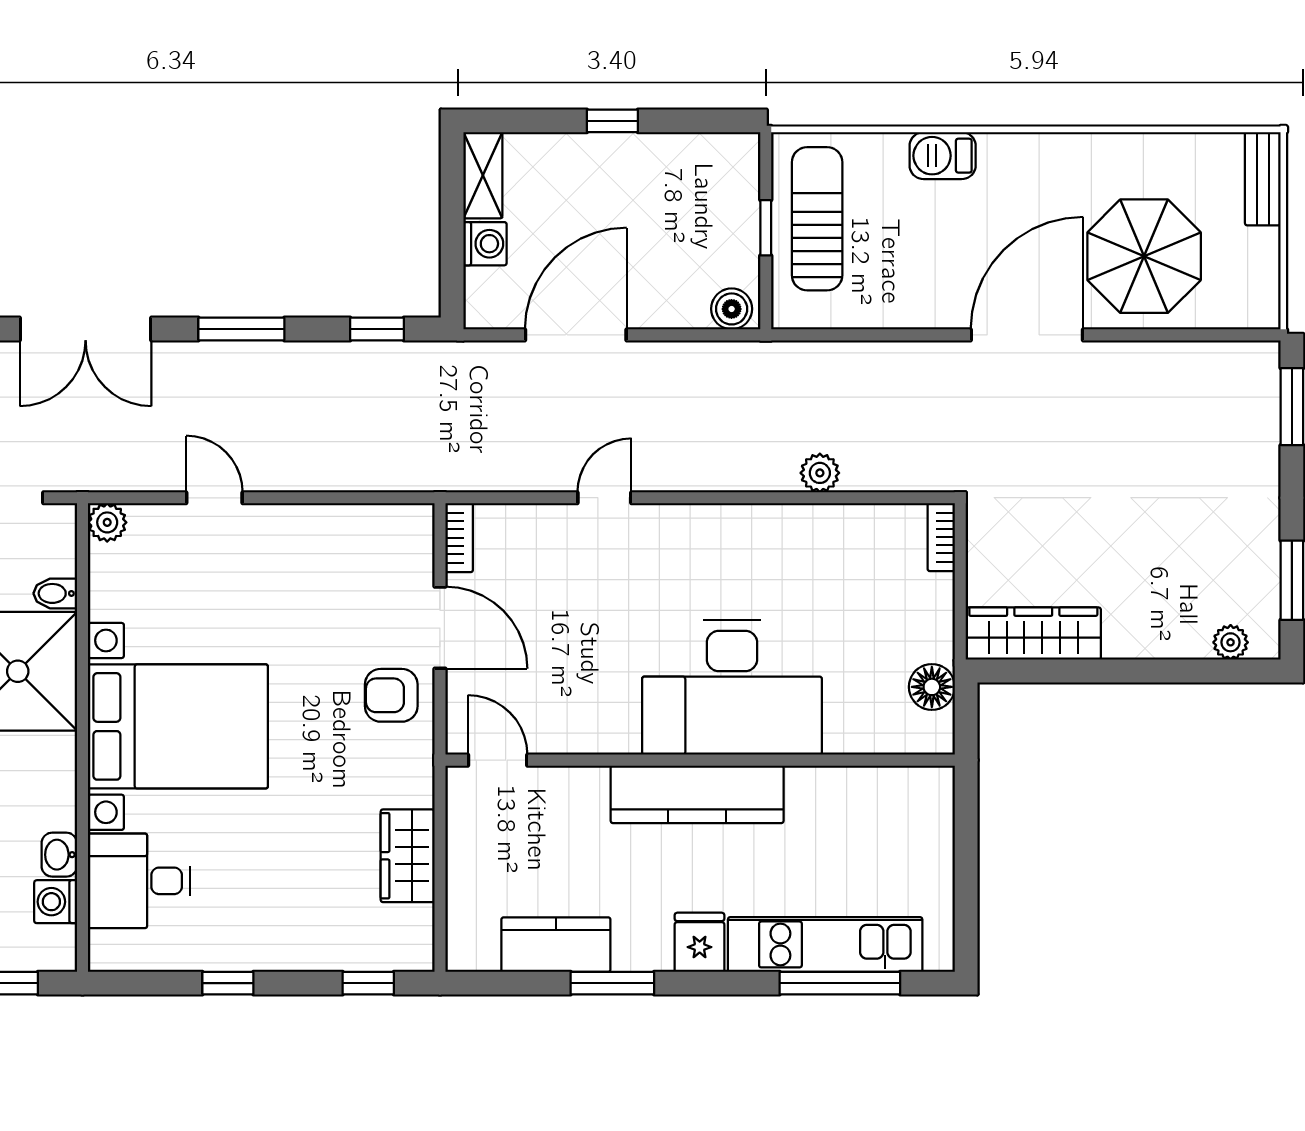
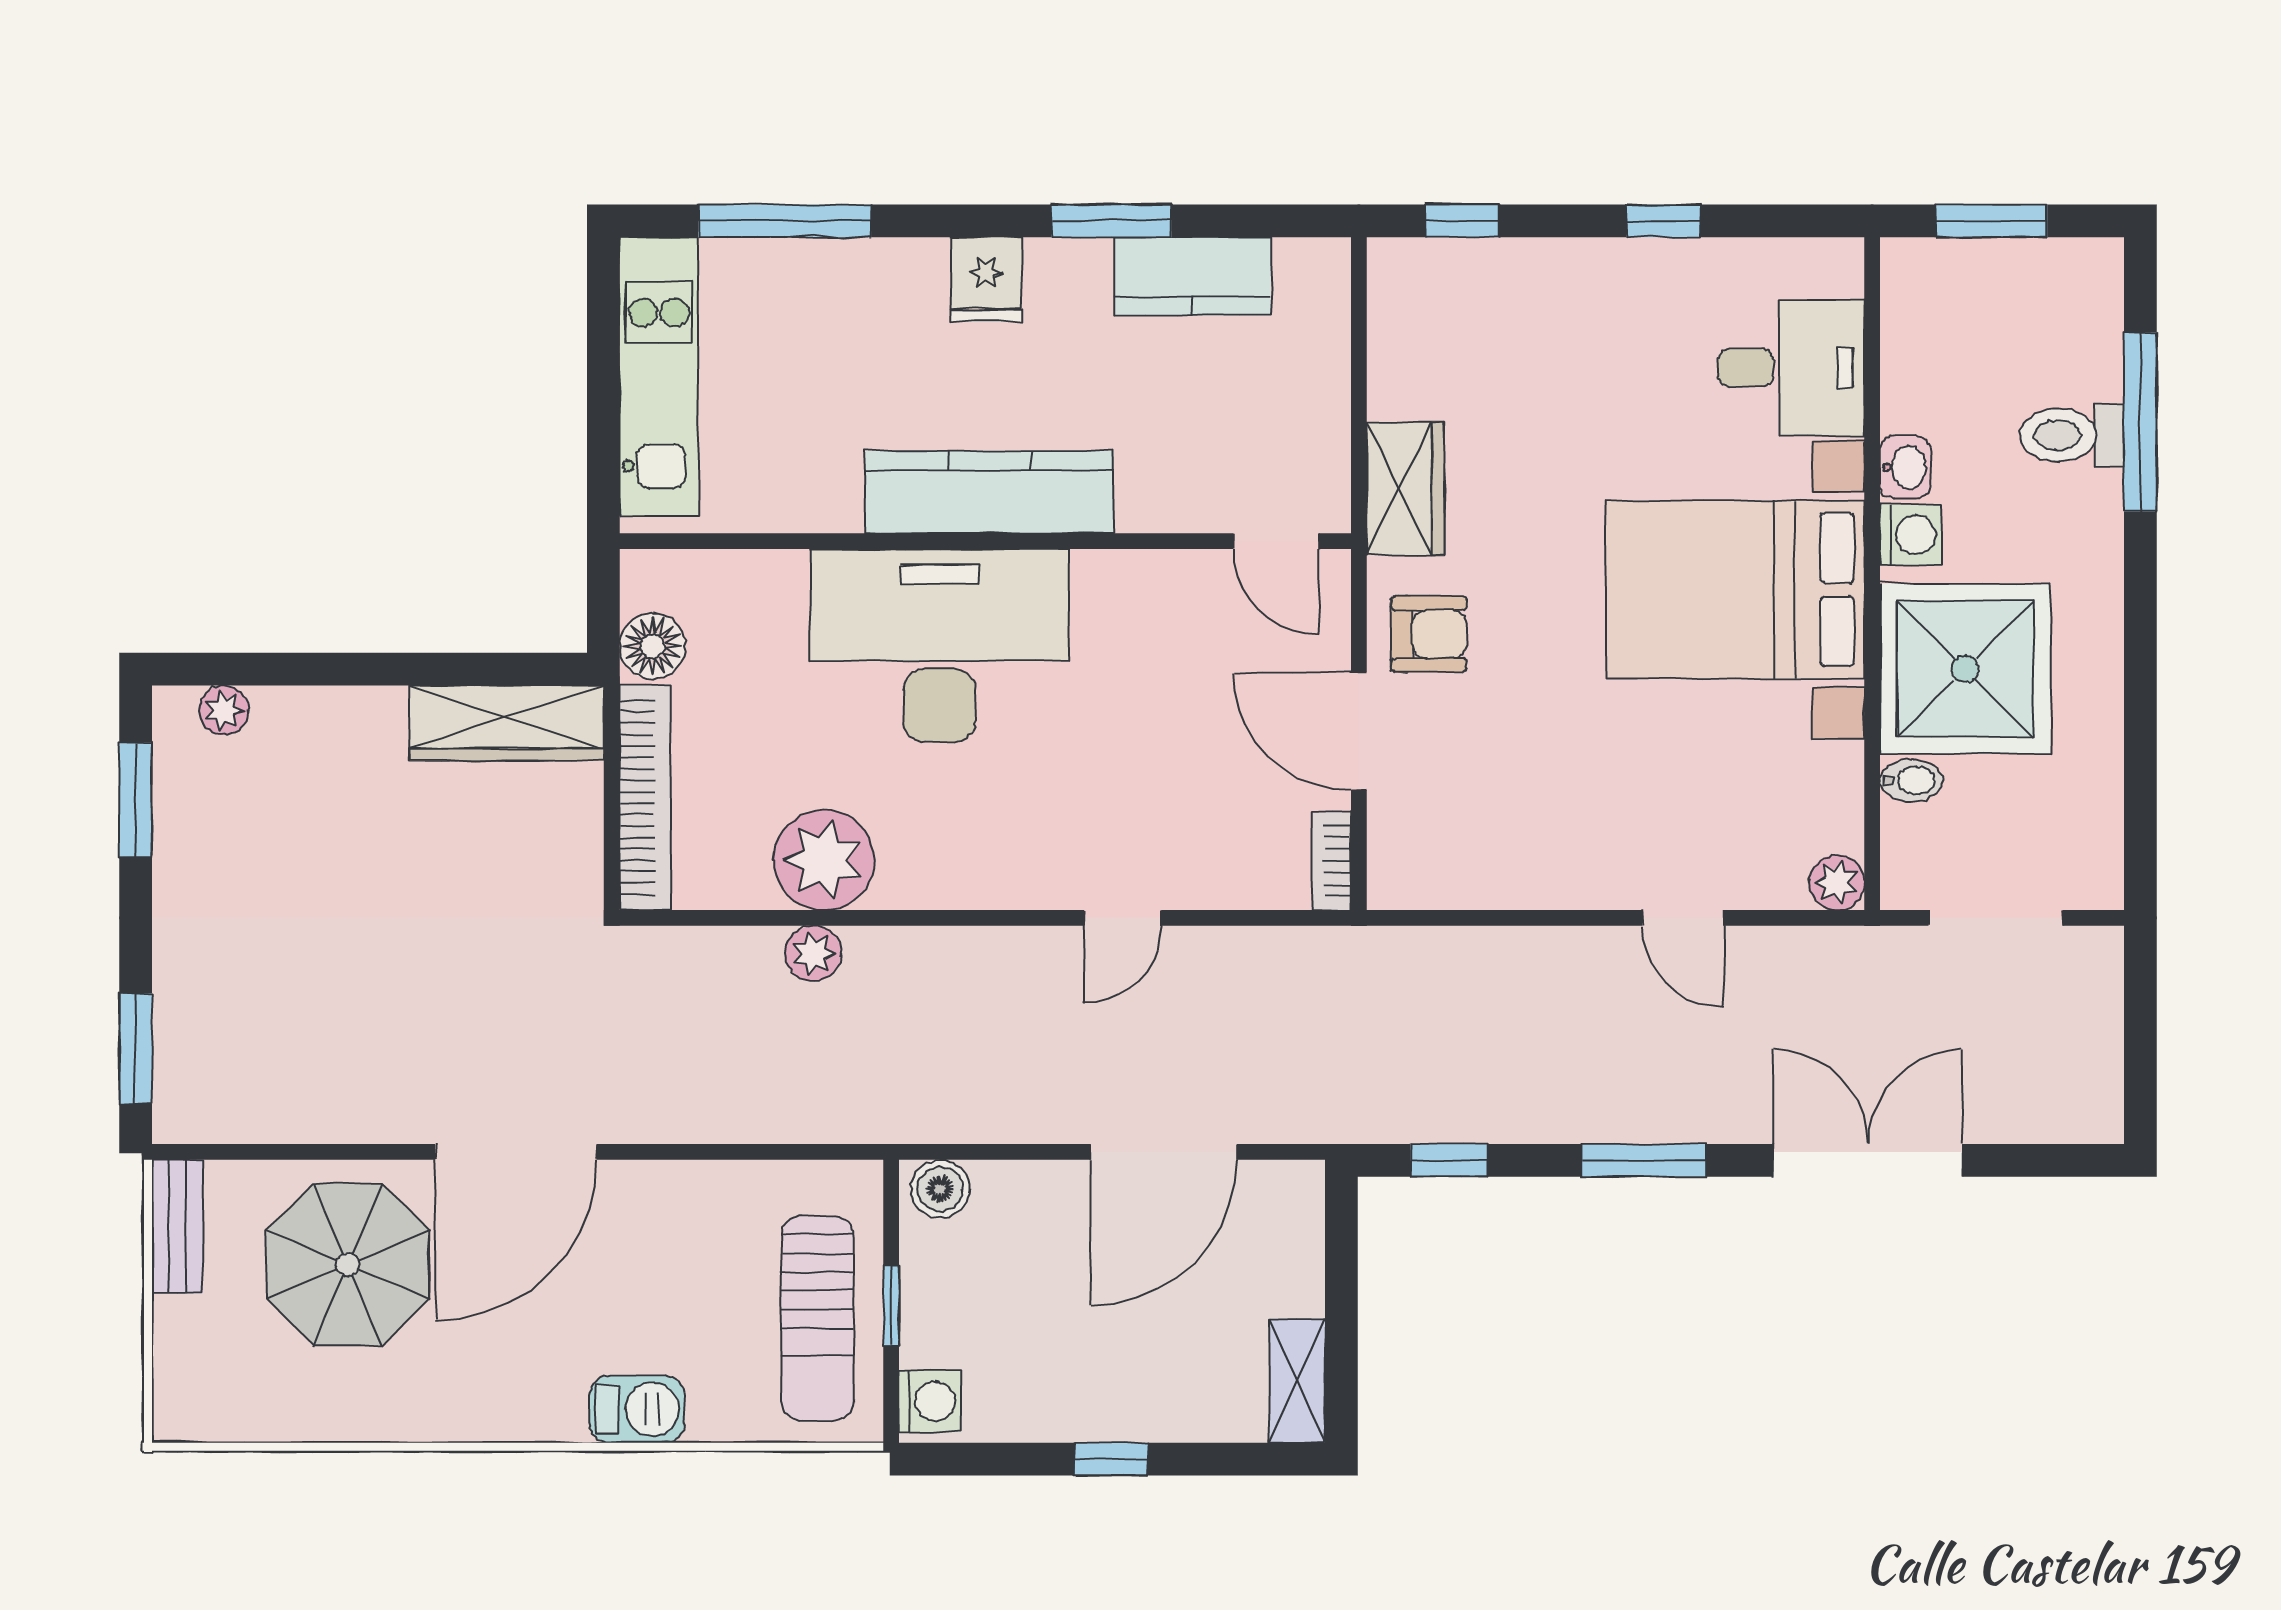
bench: (1263, 179) -> (177, 1227), moved
washing machine: (485, 244) -> (930, 1401), moved, turned 180
bookcase: (941, 537) -> (645, 797), width x2.31, depth x1.31
plant: (813, 538) -> (824, 860), added
washbasin: (59, 855) -> (1905, 467), moved
wardrobe: (408, 856) -> (1405, 489), moved
washing machine: (56, 902) -> (1911, 535), moved
kitchen unit: (825, 944) -> (659, 377), moved, turned -90

